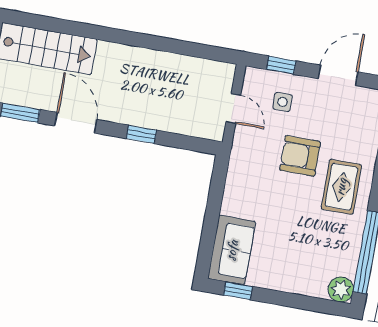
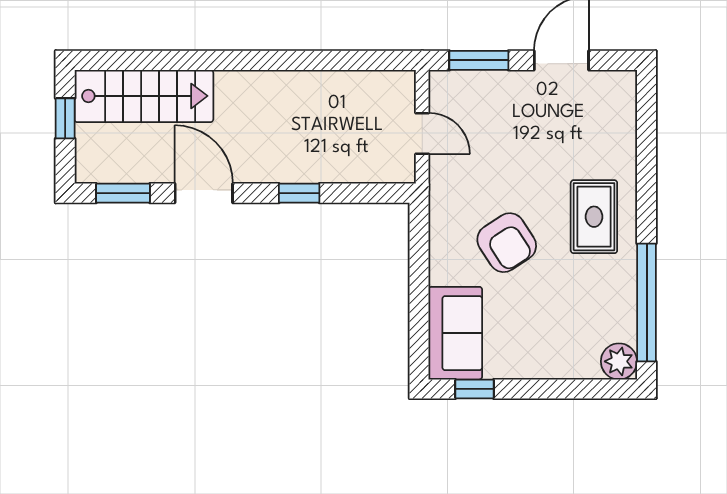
window: (281, 65) -> (479, 60), width x1.50
side table: (283, 102) -> (490, 112), removed
armchair: (300, 156) -> (507, 243), moved, turned -123

